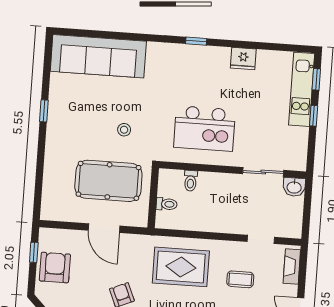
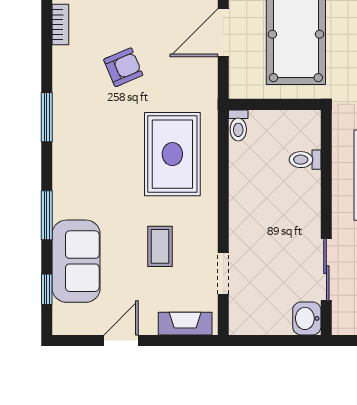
toilet: (167, 204) -> (238, 125), moved

